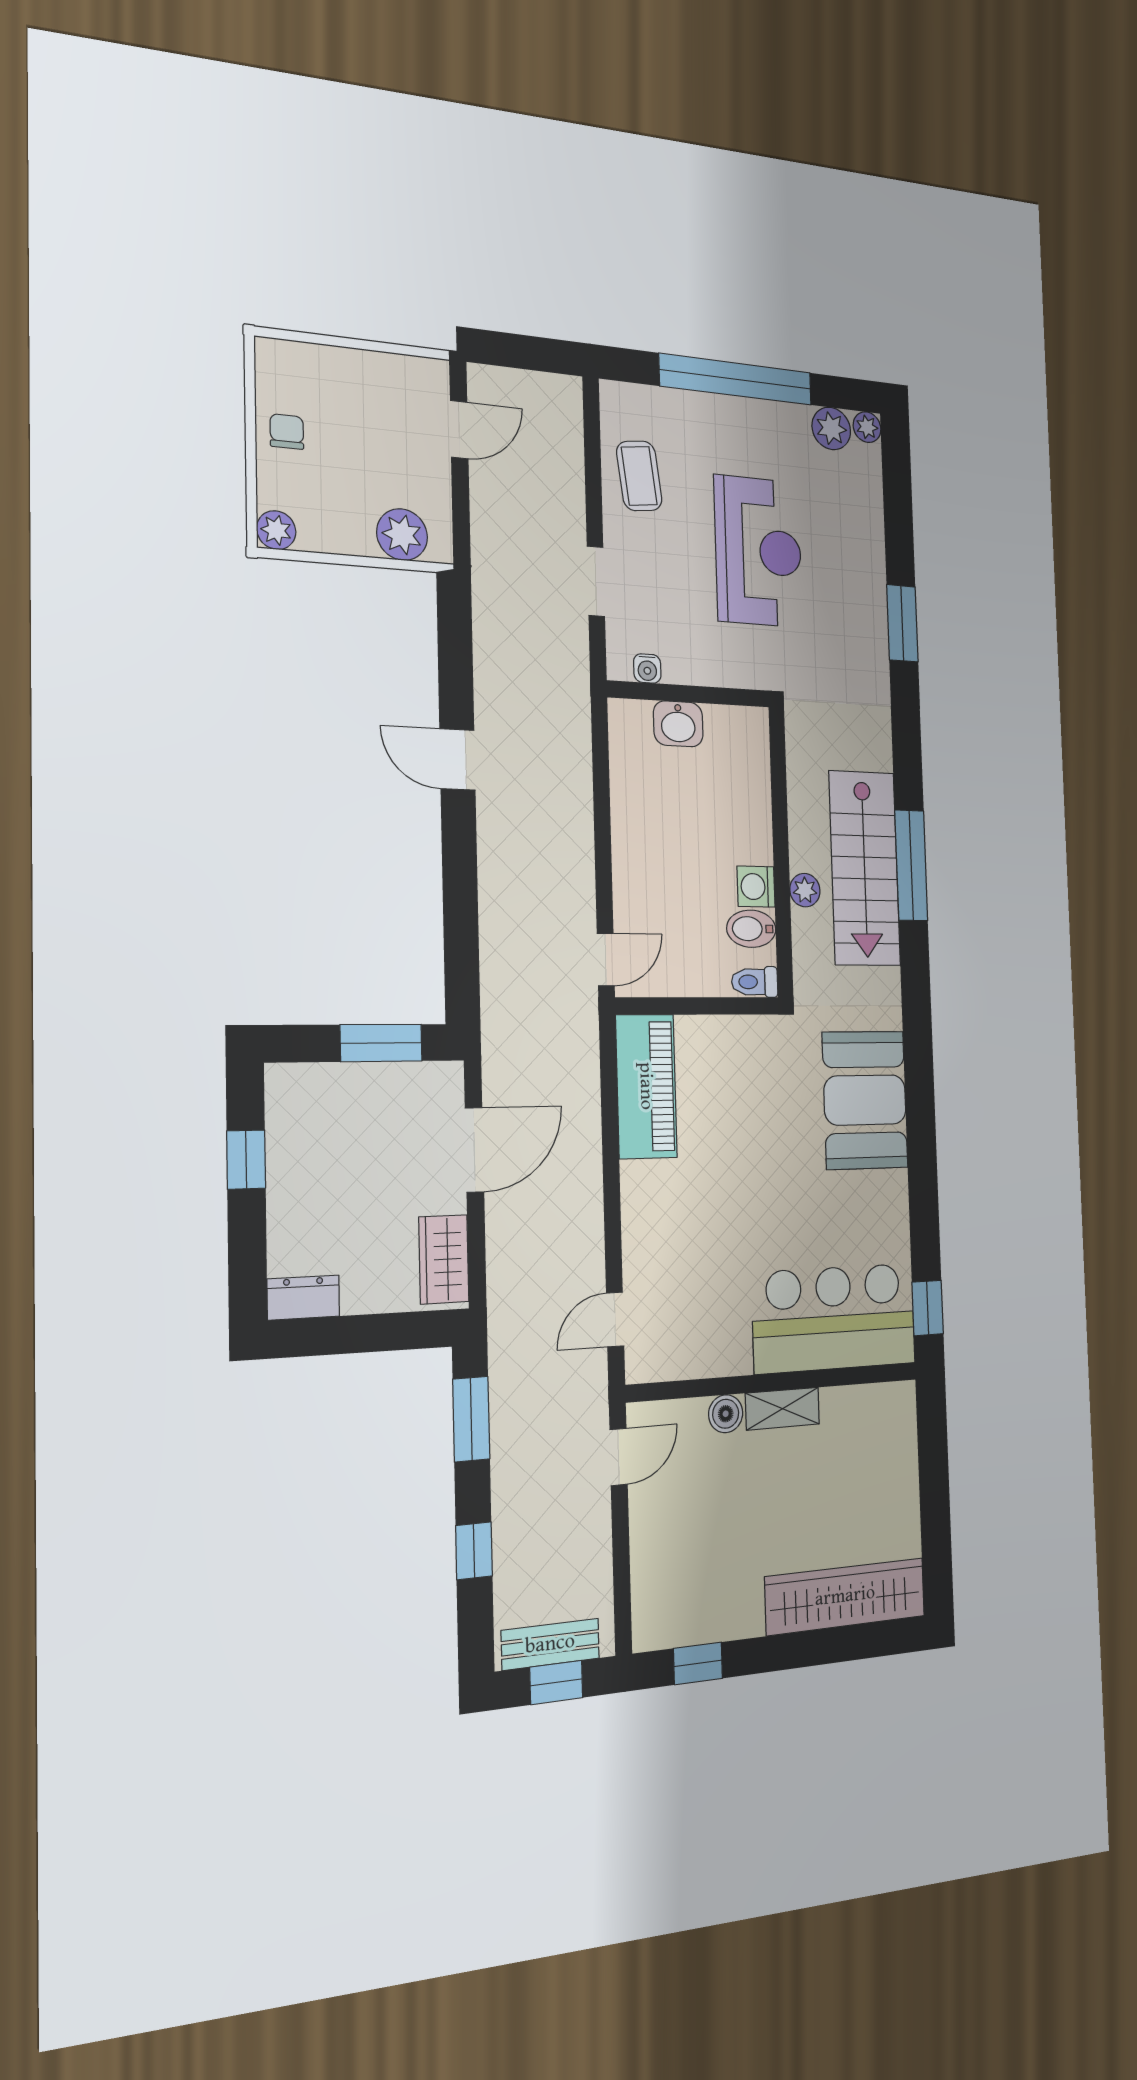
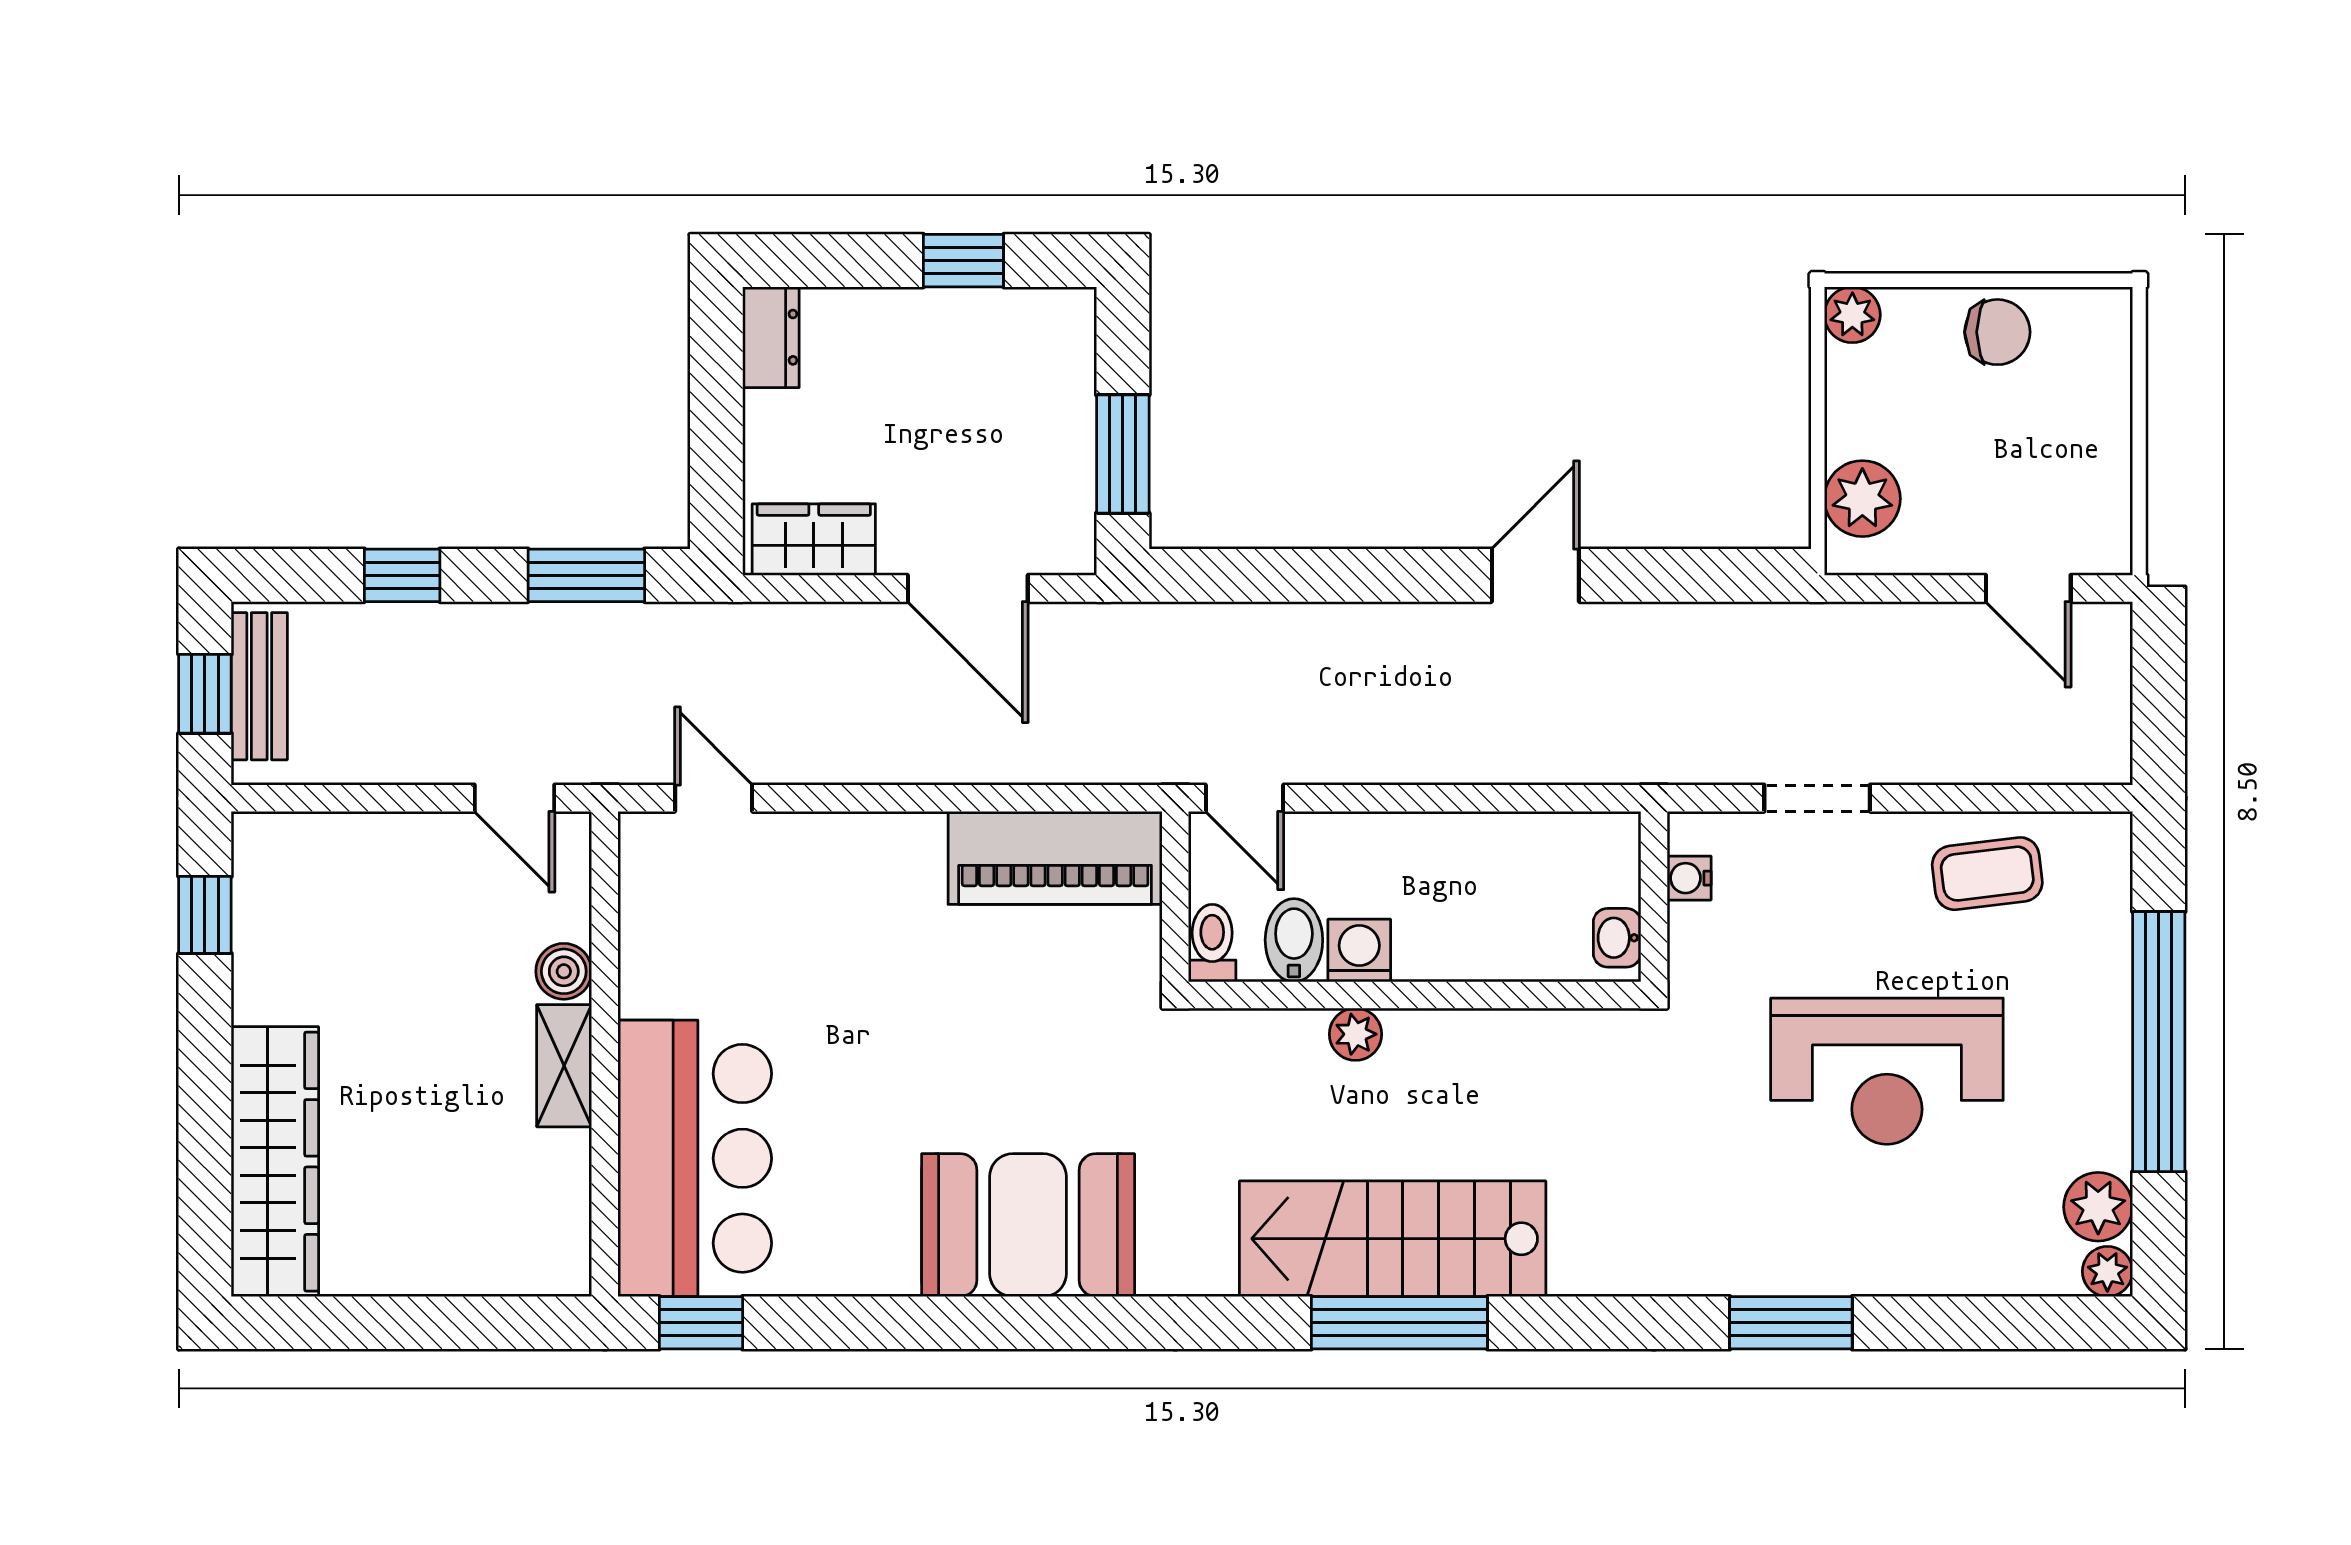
chair: (287, 432) -> (1997, 332), width x1.37, depth x1.37
washbasin: (678, 724) -> (1617, 938), width x0.72, depth x0.69
wall: (781, 852) -> (1415, 995), moved
washing machine: (756, 887) -> (1359, 951), moved
plant: (805, 890) -> (1356, 1034), moved
bidet: (751, 929) -> (1294, 940), moved
toilet: (755, 982) -> (1212, 943), moved

